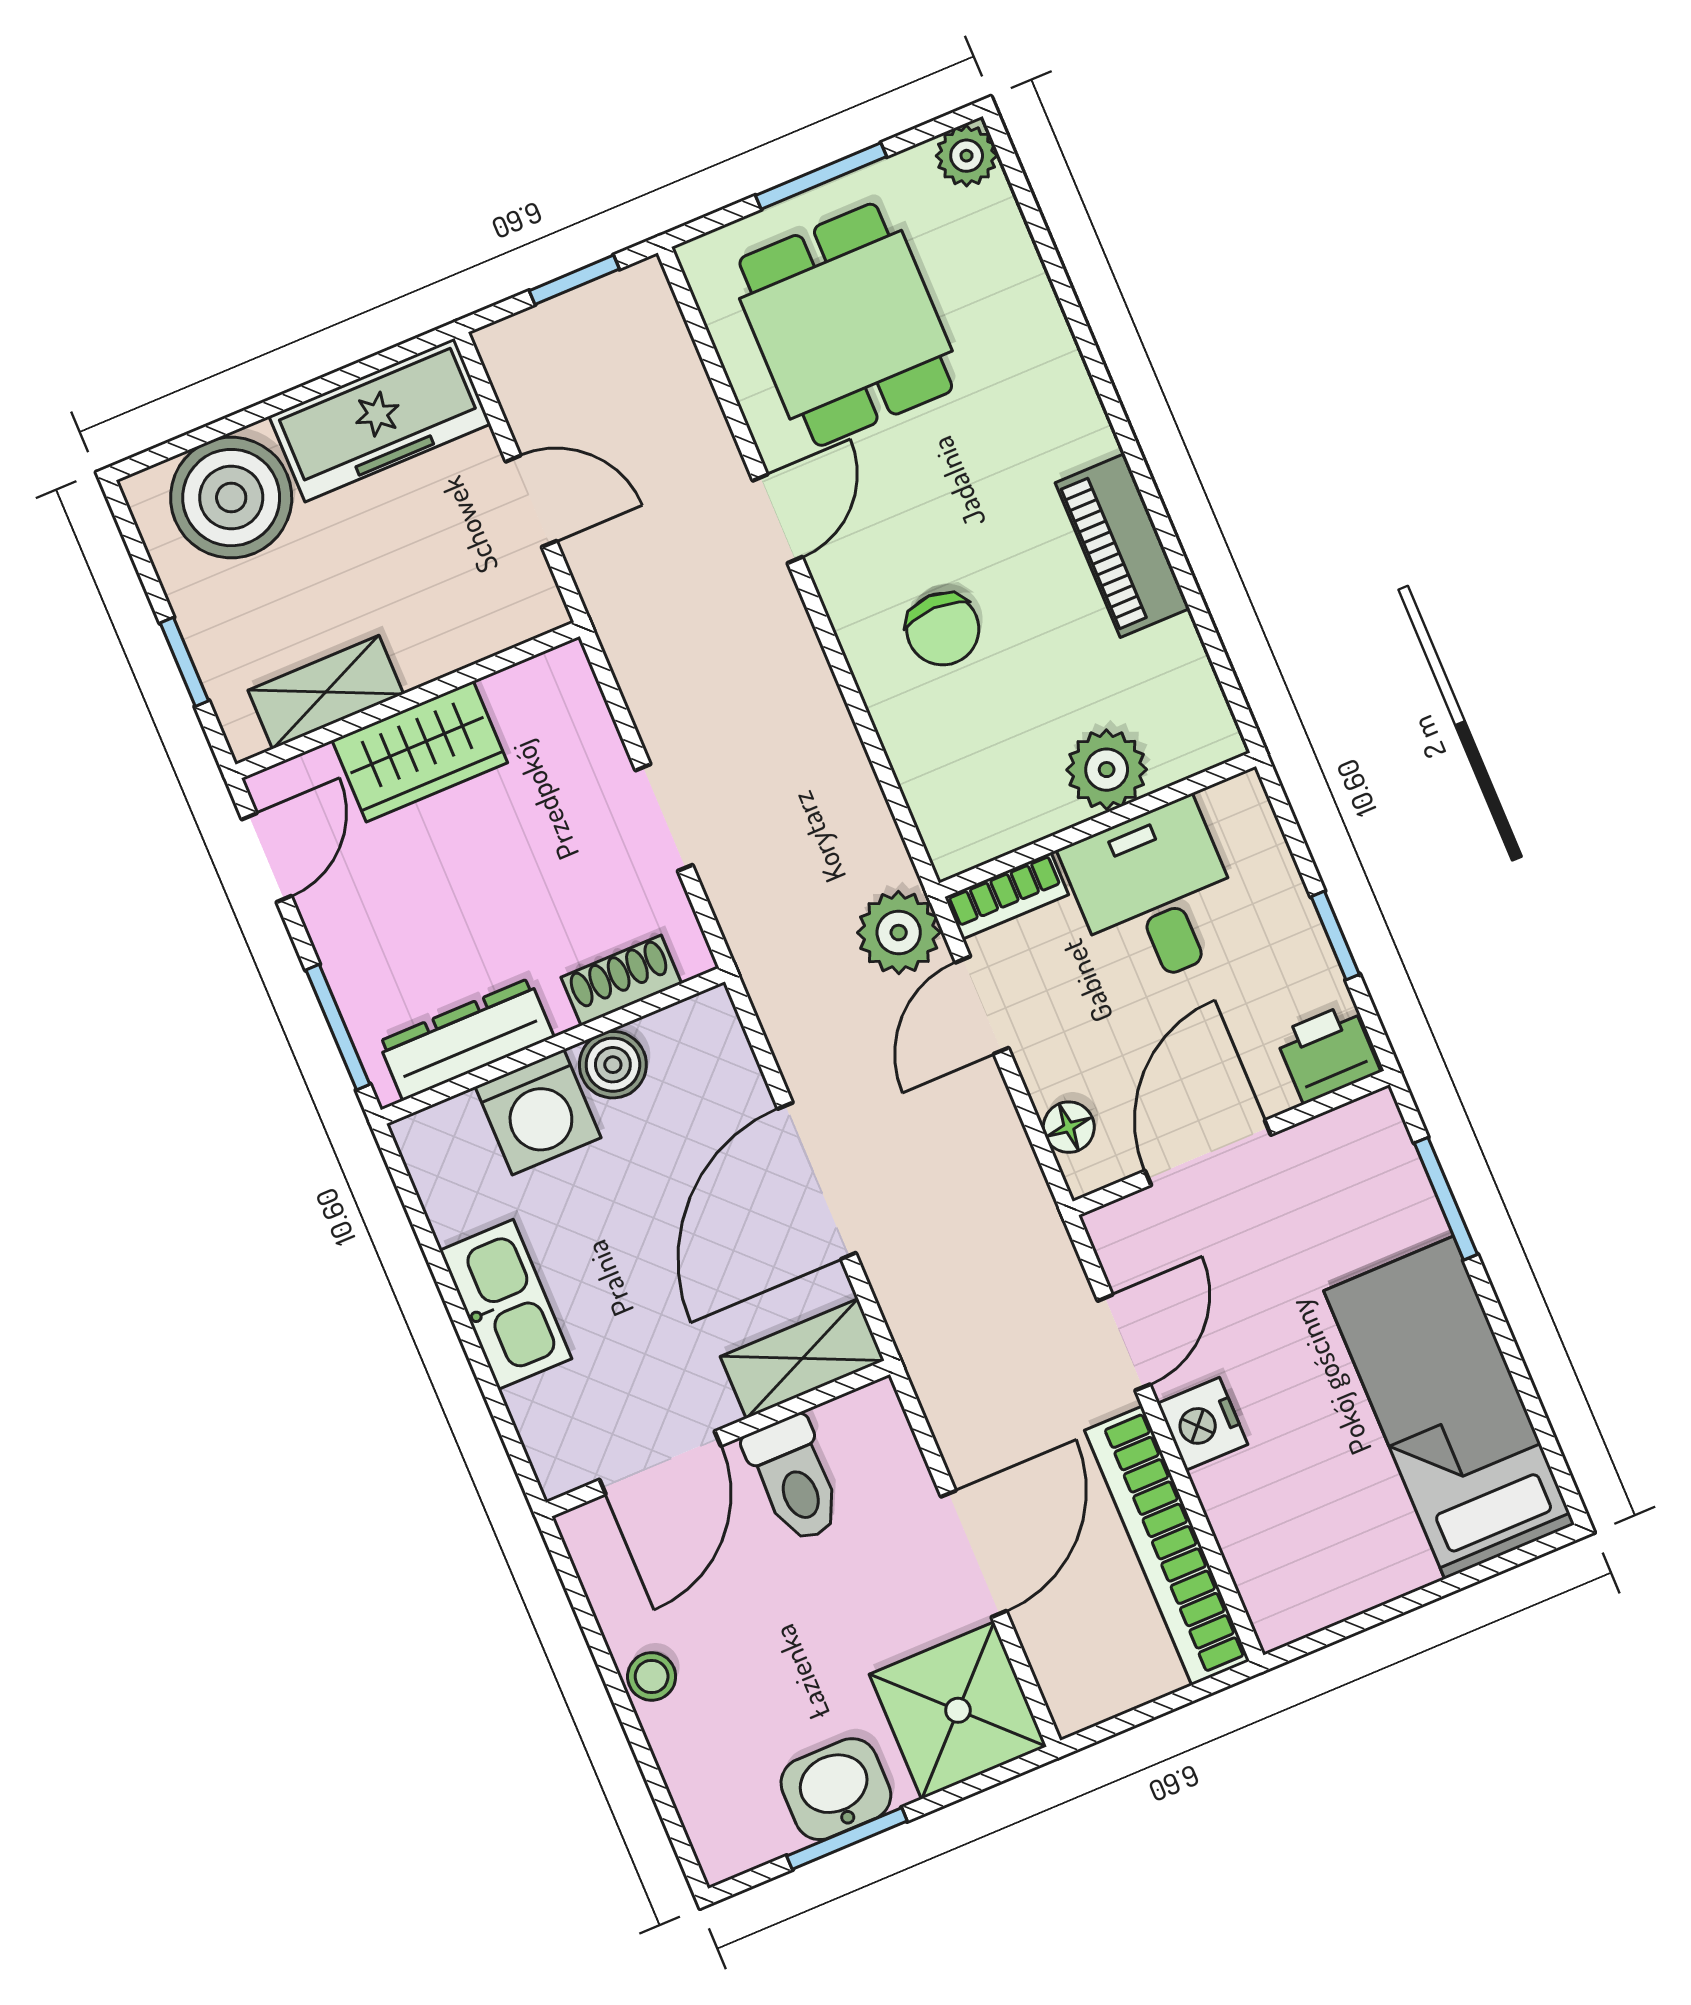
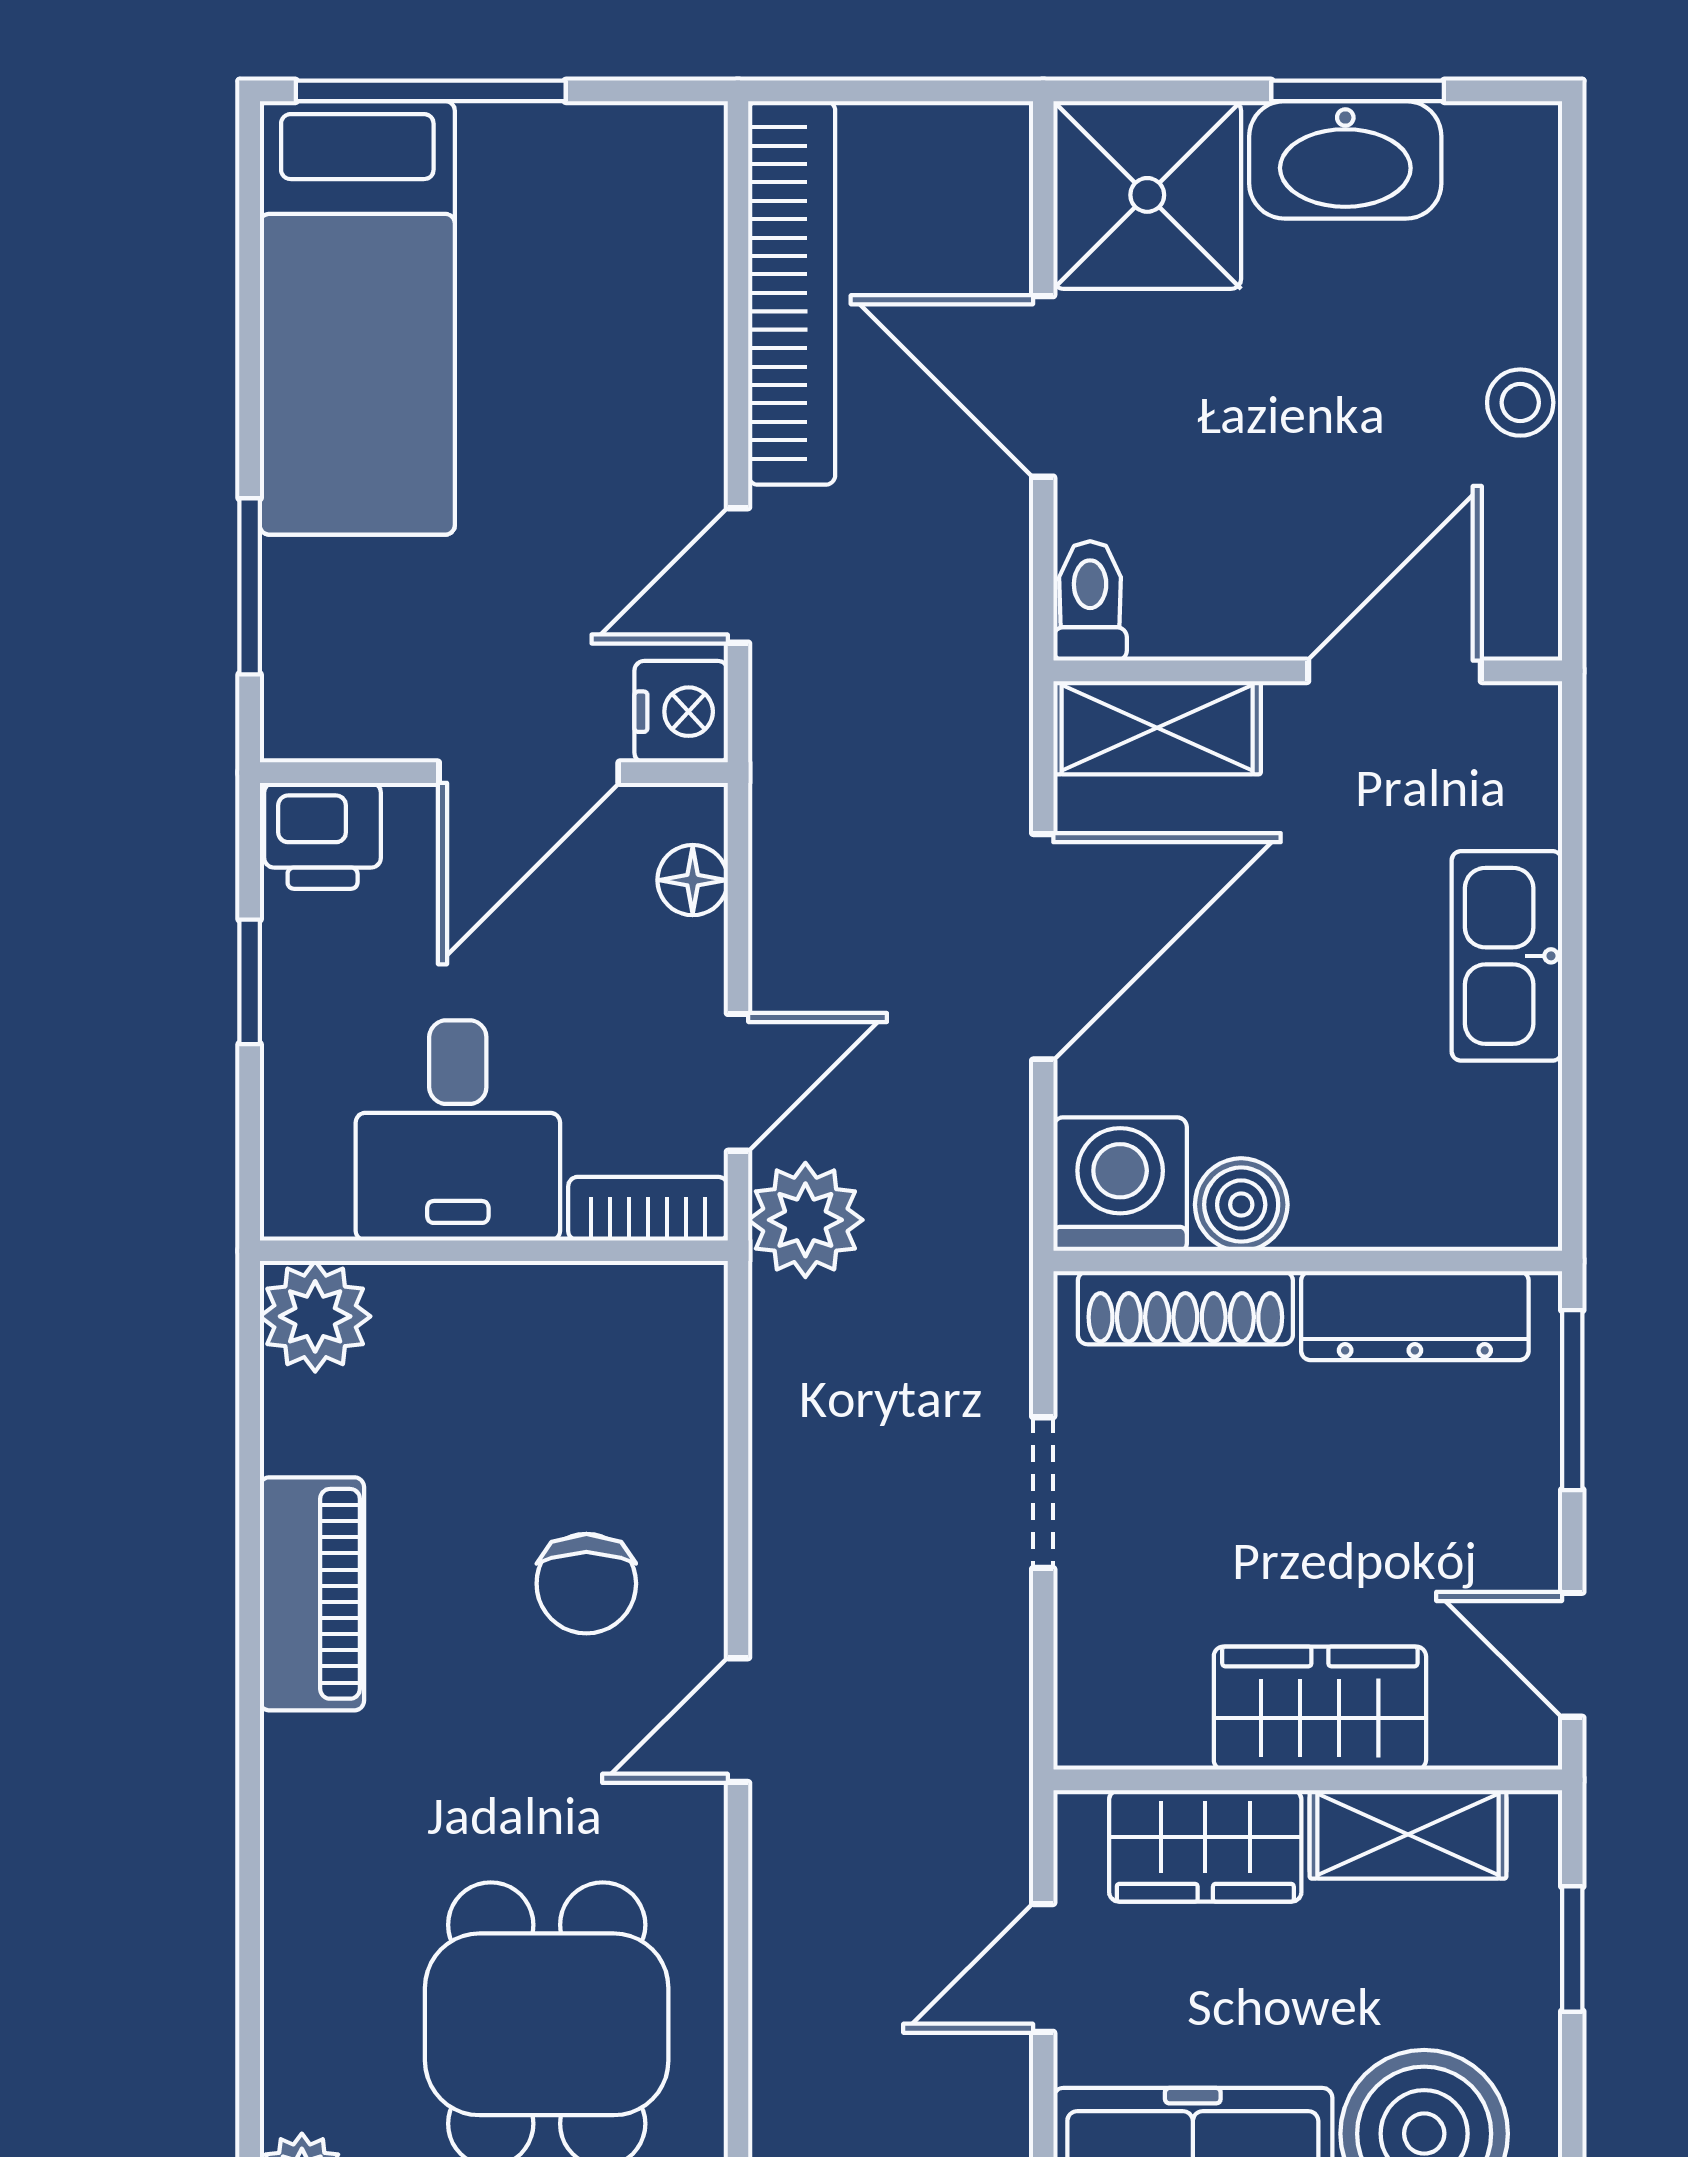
door: (531, 501) -> (1043, 1968), hinge flipped
door: (778, 519) -> (738, 1720), moved
wardrobe: (457, 628) -> (1205, 1846), added
chair: (943, 629) -> (586, 1584), turned 180
plant: (1107, 770) -> (315, 1316), moved
door: (267, 858) -> (1572, 1655), hinge flipped
shoe rack: (621, 980) -> (1185, 1308), width x1.43
washing machine: (538, 1112) -> (1120, 1184), moved
nightstand: (1203, 1424) -> (681, 712), moved
toilet: (794, 1479) -> (1090, 601), moved, width x0.73, depth x0.72
door: (974, 1554) -> (1043, 386), hinge flipped
window: (1464, 1579) -> (431, 91), added
washbasin: (836, 1789) -> (1345, 160), width x1.38

